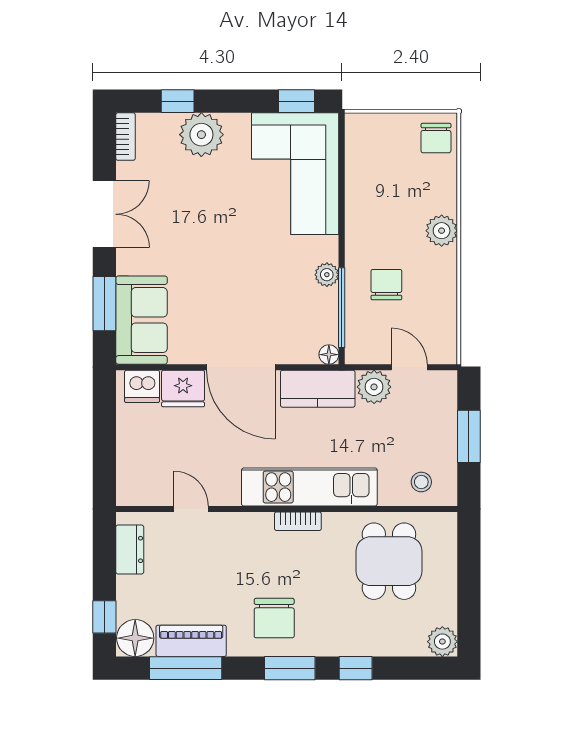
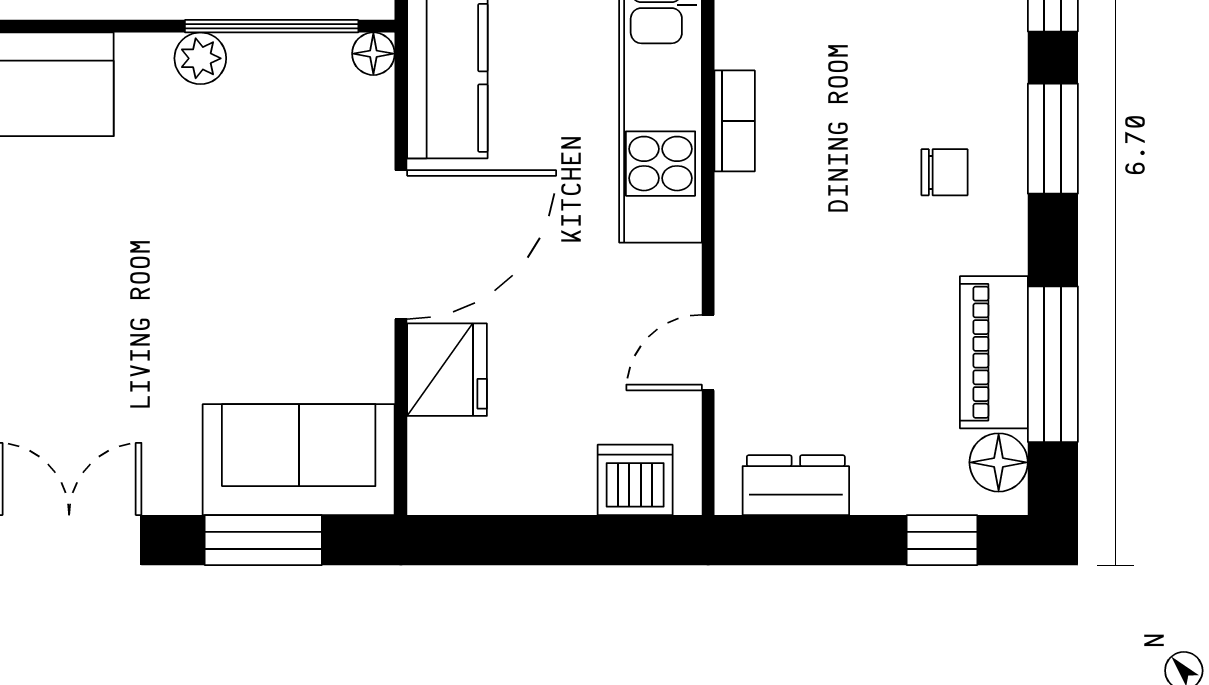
dishwasher: (142, 386) -> (635, 480), moved, turned -90
chair: (274, 618) -> (944, 172), width x0.54, depth x0.54
floor lamp: (135, 638) -> (999, 462), width x0.73, depth x0.73

